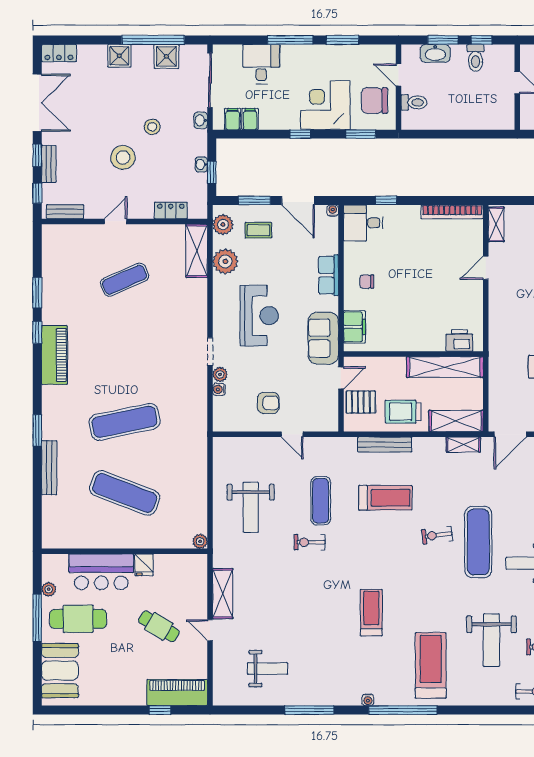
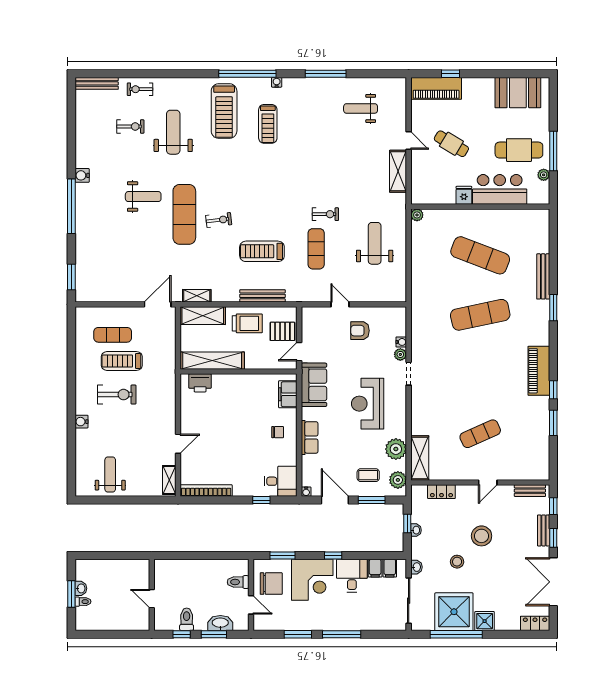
shower: (166, 56) -> (454, 612), width x1.86, depth x1.86
desk: (261, 64) -> (352, 576), moved, turned 180
treadmill: (371, 613) -> (268, 124), moved
booth: (60, 671) -> (518, 93), moved, turned 90

